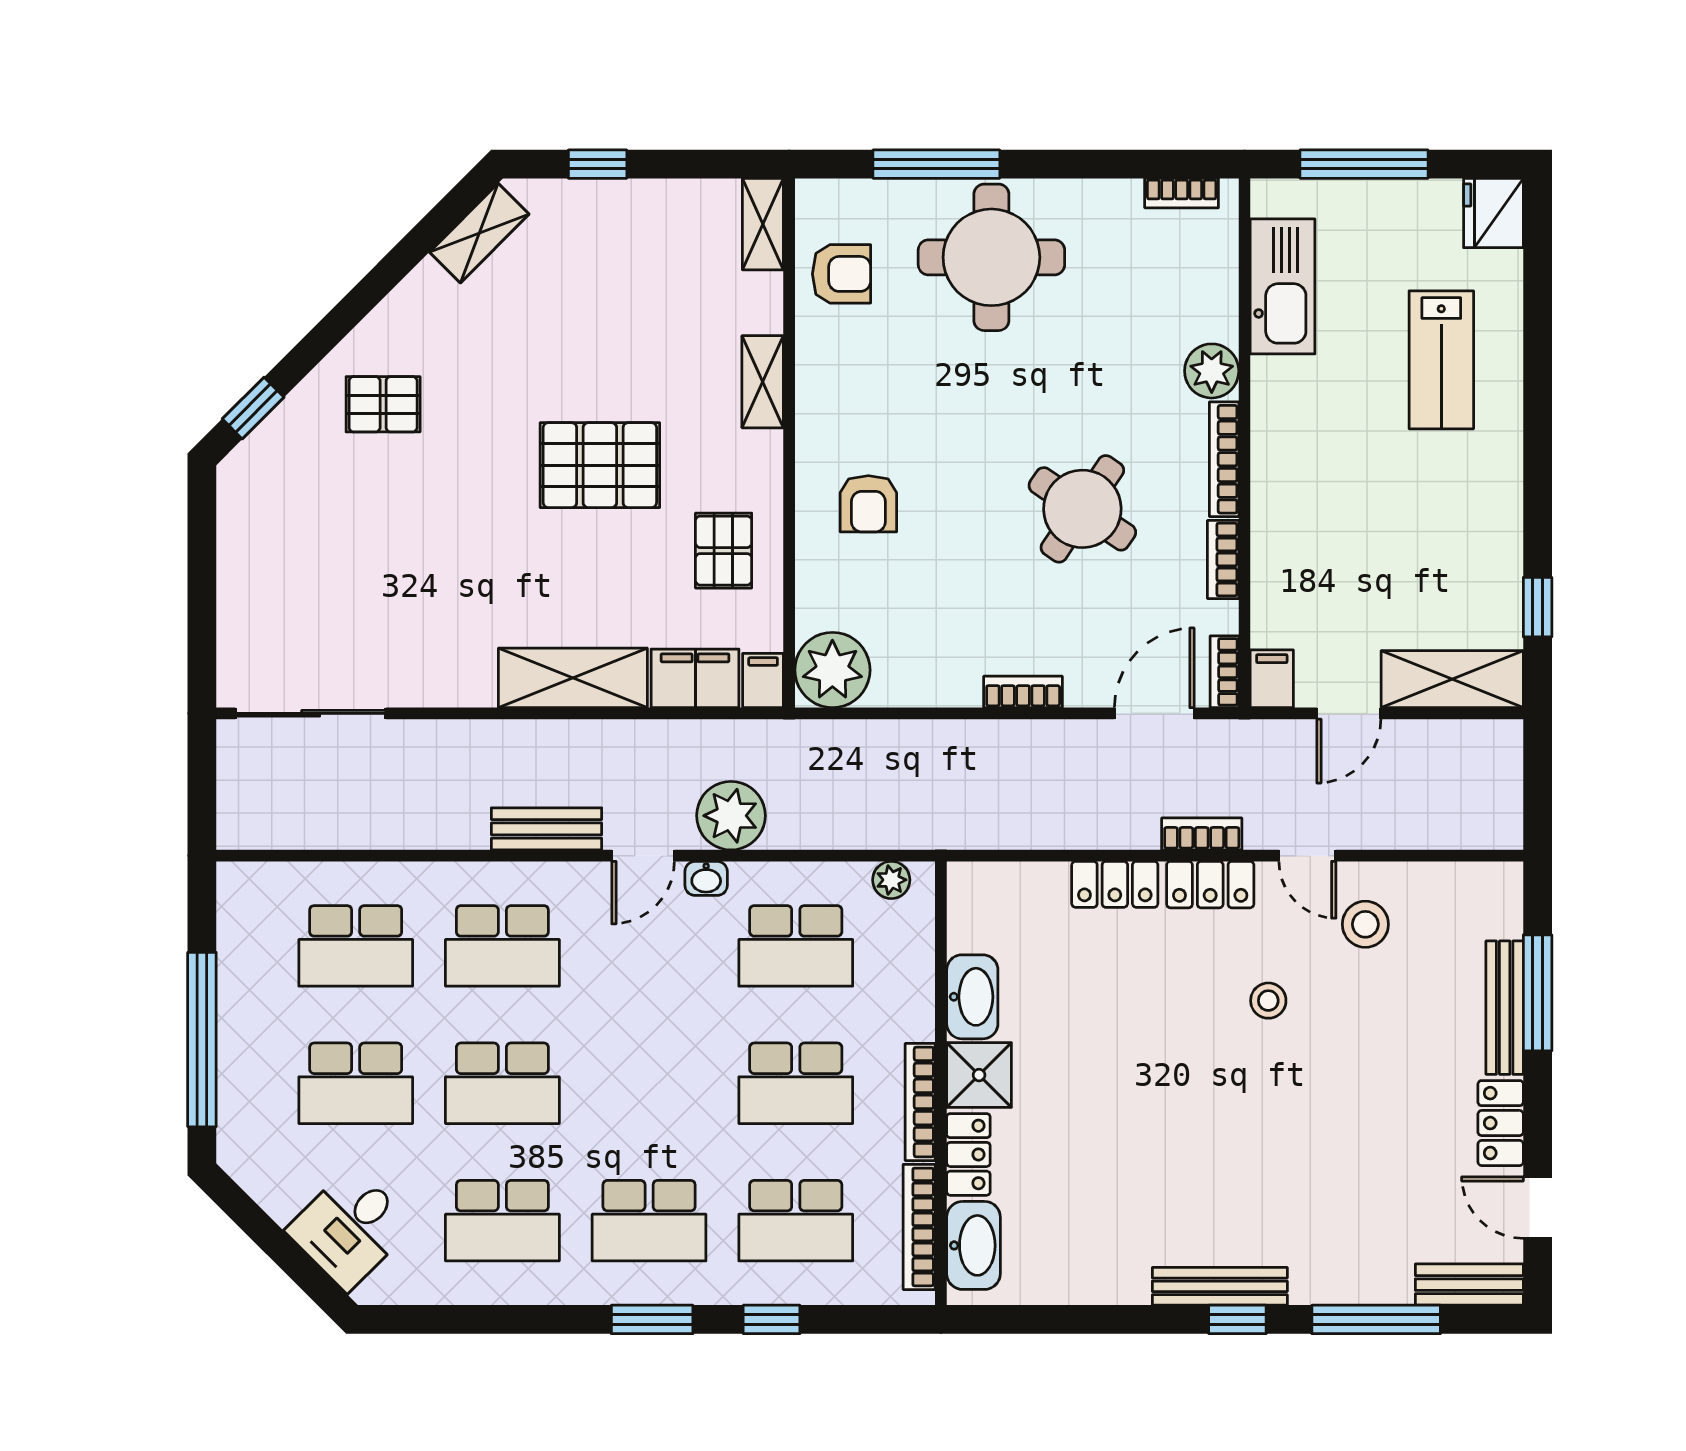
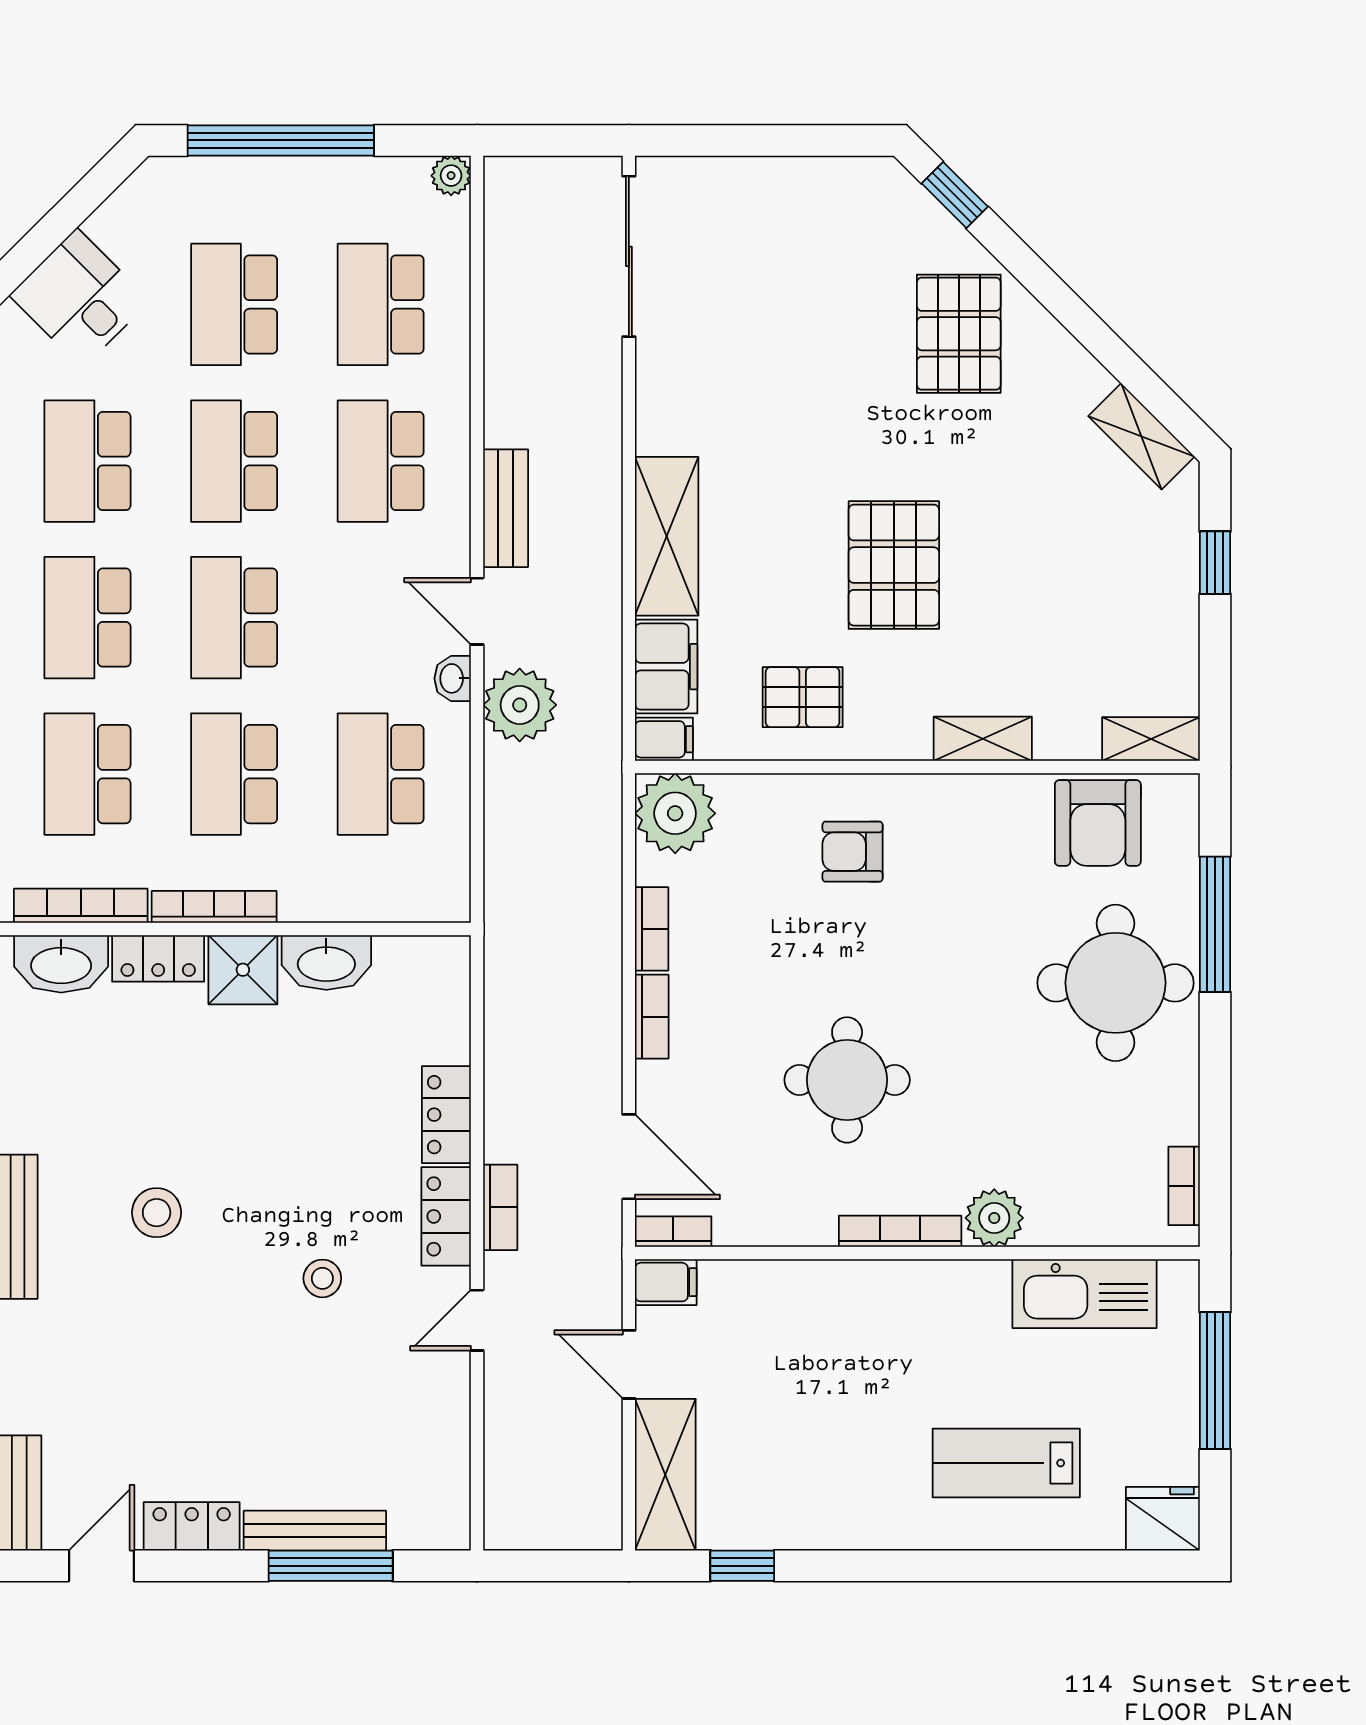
armchair: (842, 274) -> (1098, 823), width x1.38, depth x1.38
pallet: (383, 404) -> (959, 334), width x1.50, depth x1.42
round table: (1082, 509) -> (847, 1080), turned -34
bookcase: (1223, 559) -> (652, 929), moved, turned 90
plant: (891, 880) -> (451, 176), moved
stool: (1365, 924) -> (157, 1213), moved
school desk: (649, 1083) -> (234, 618), added

